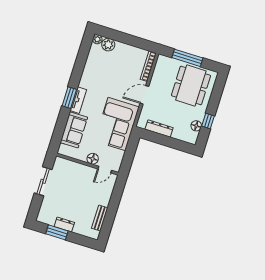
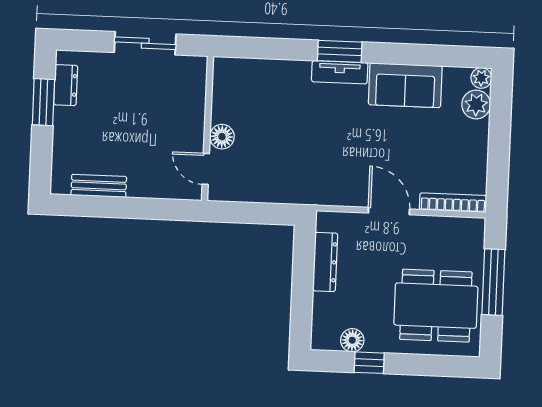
corner sofa: (117, 124) -> (311, 169), removed
sofa: (74, 130) -> (405, 85), moved
dresser: (64, 225) -> (66, 85), moved

